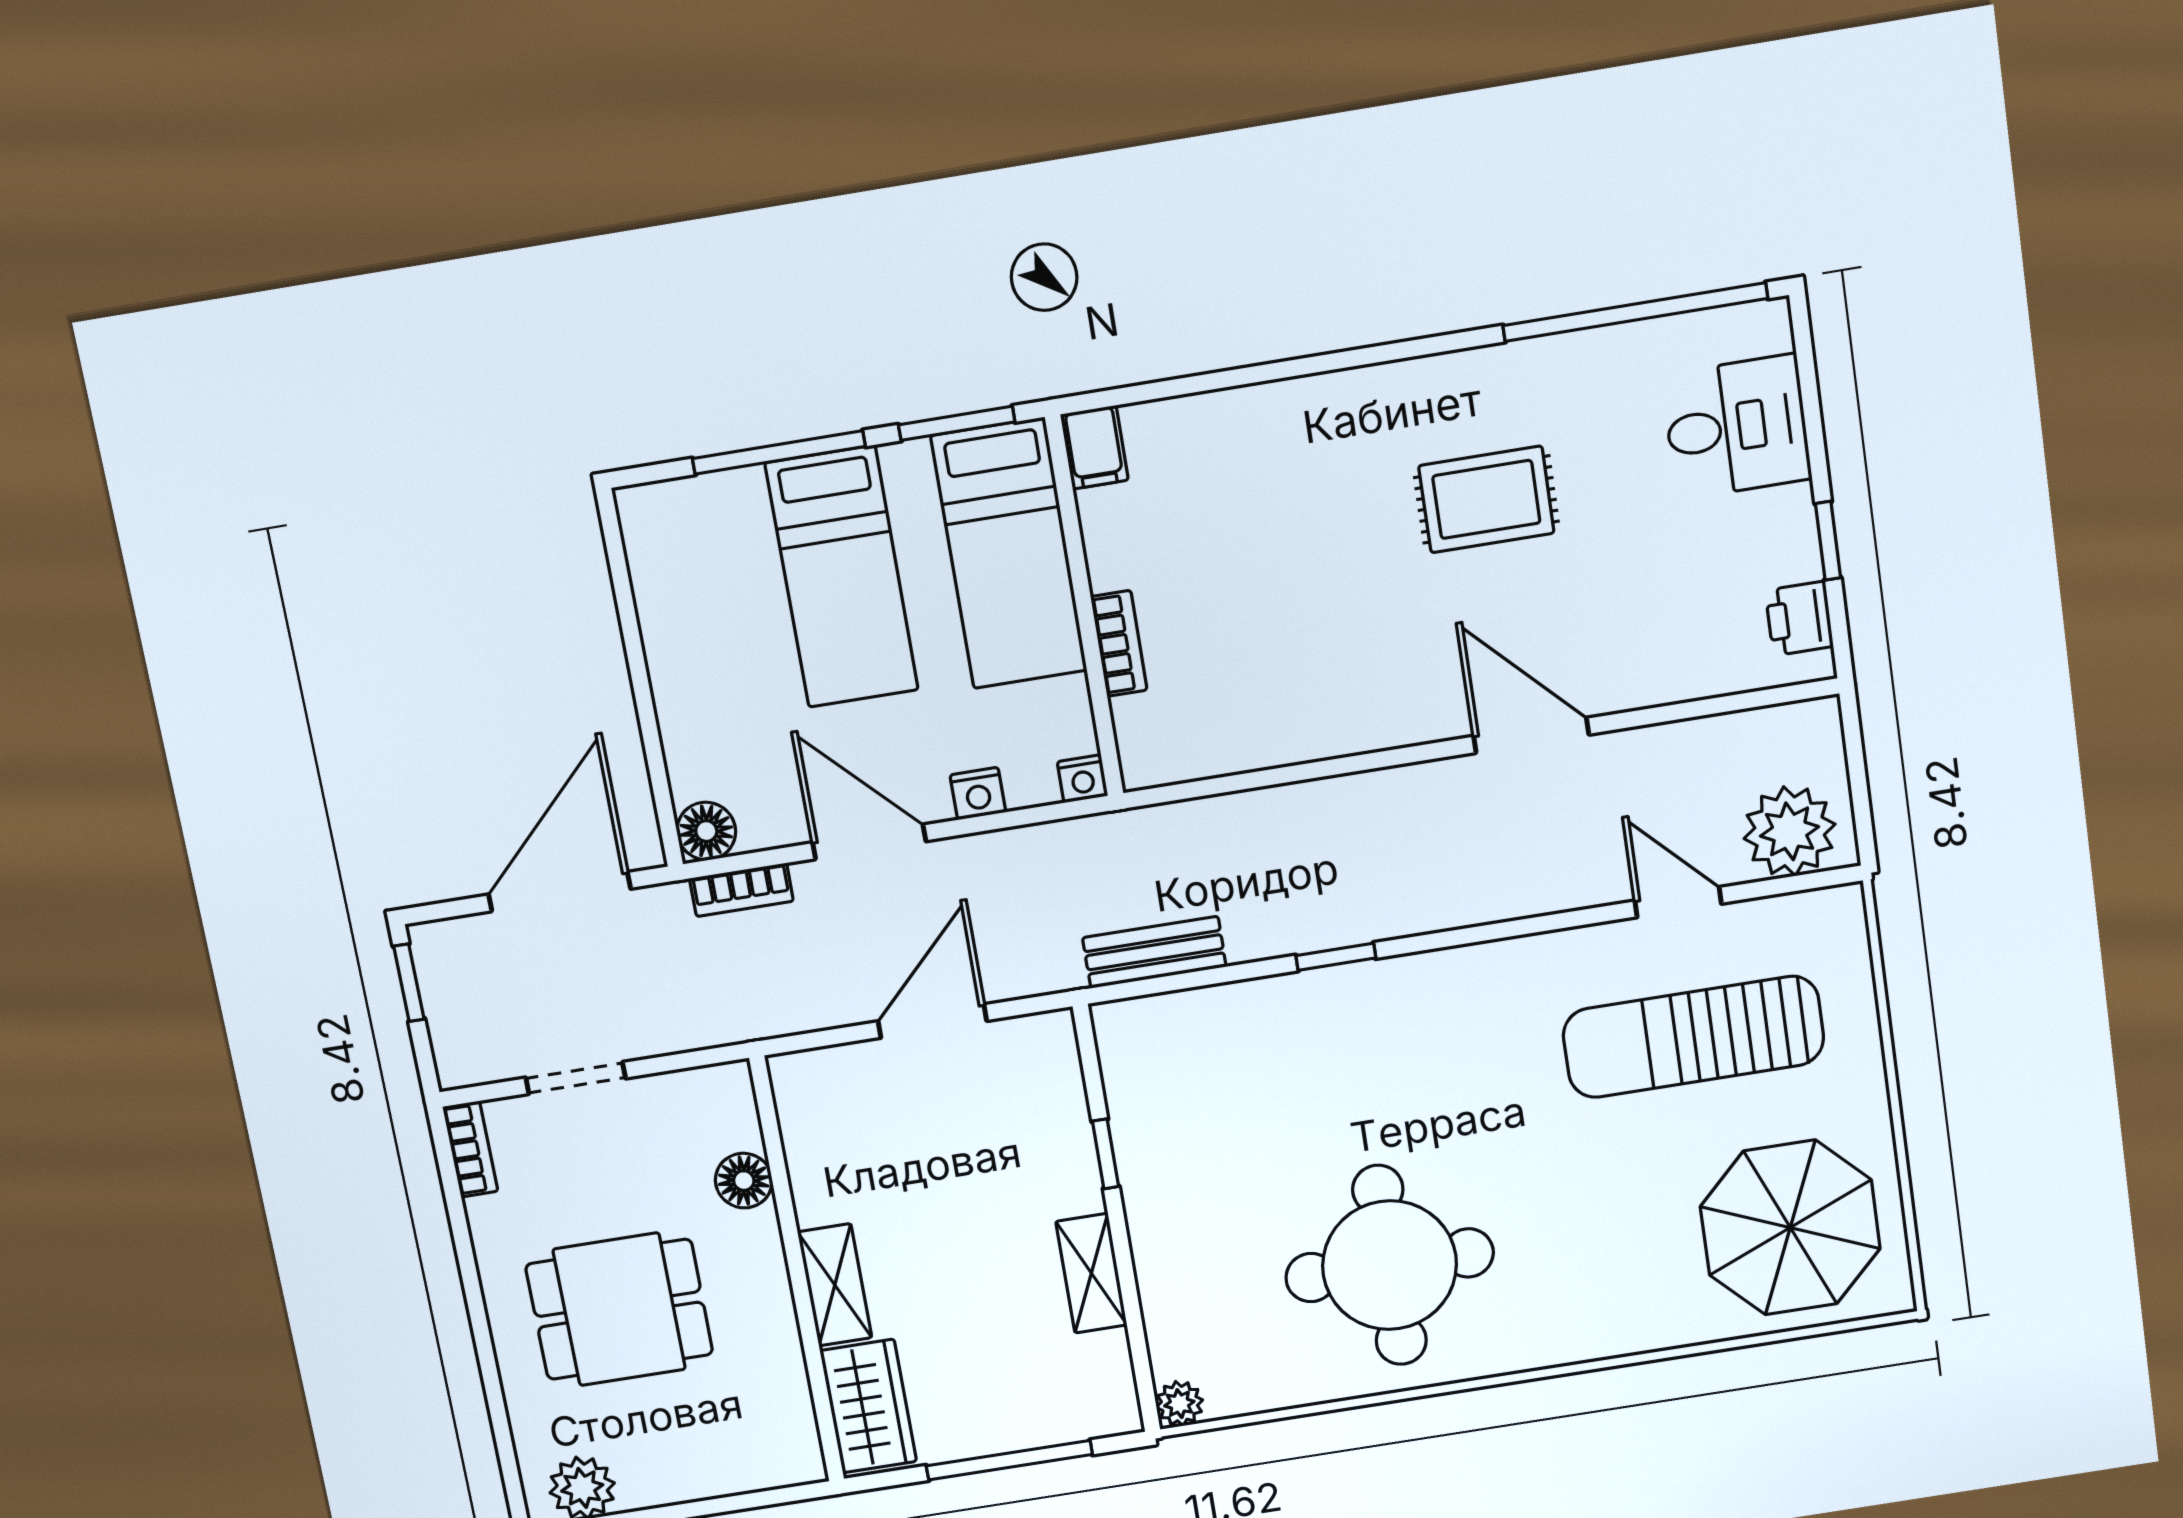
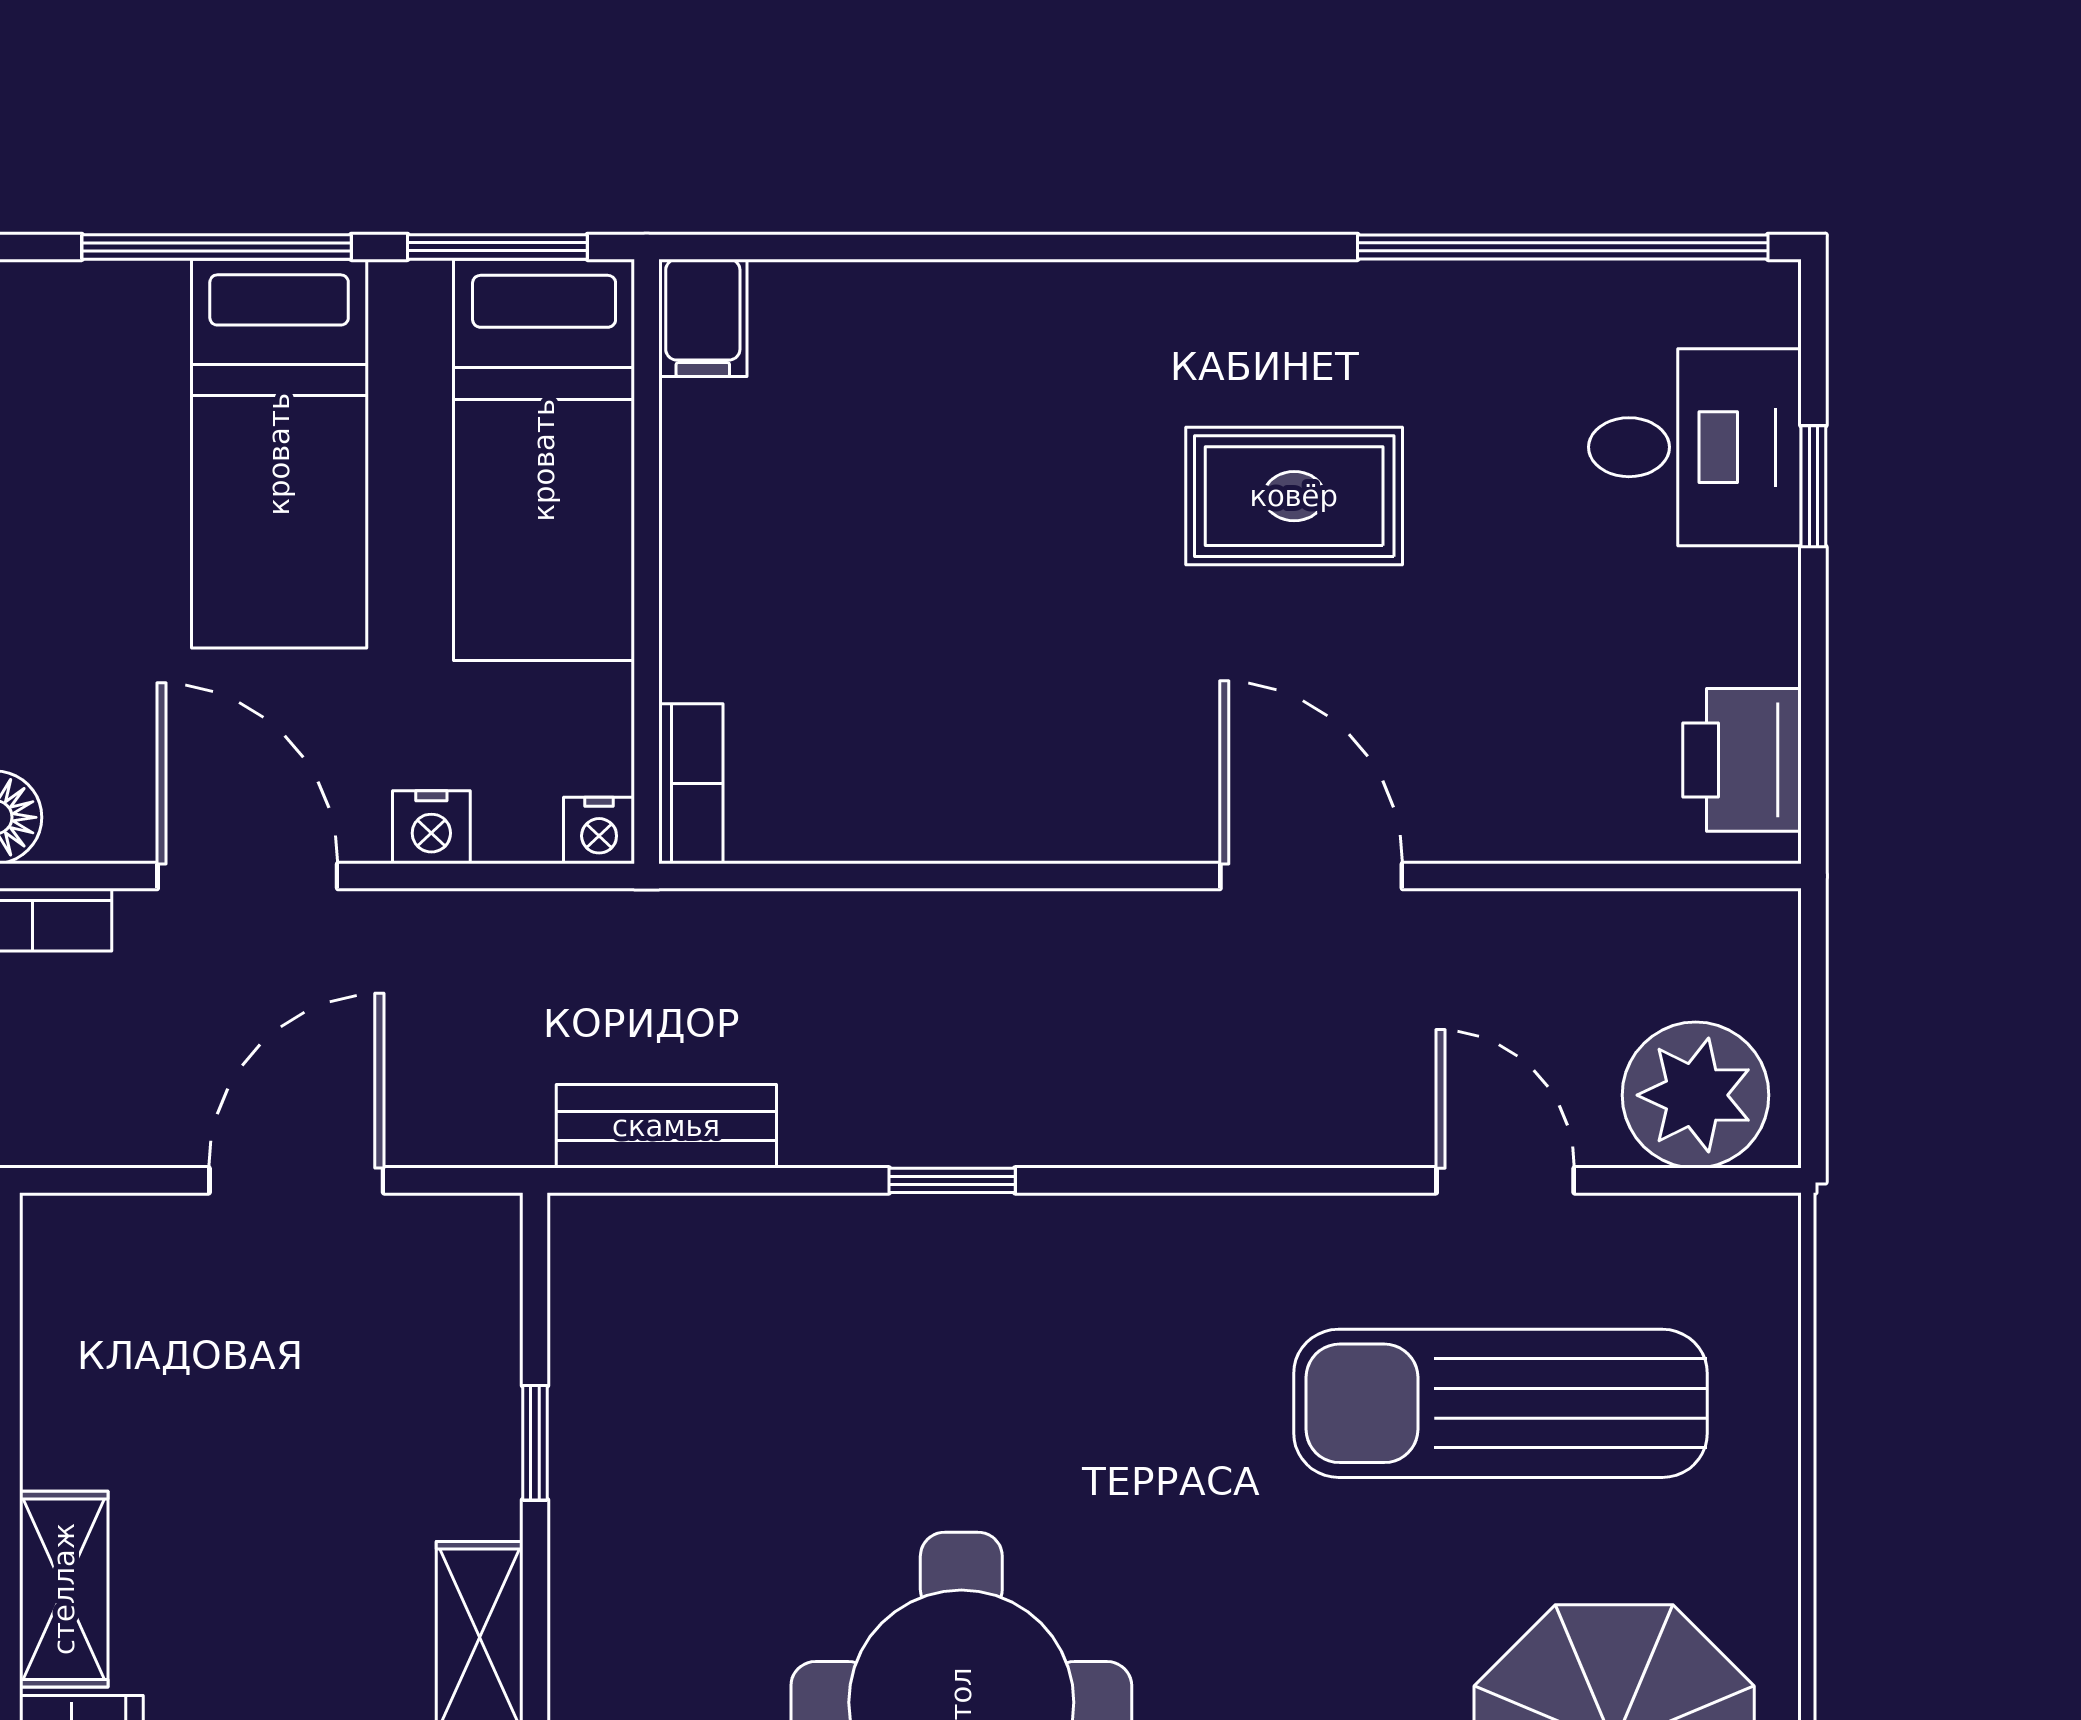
window: (1828, 541) -> (1813, 486), moved
printer: (1799, 618) -> (1742, 760), width x1.36, depth x1.24
bookcase: (1119, 643) -> (691, 784), moved

